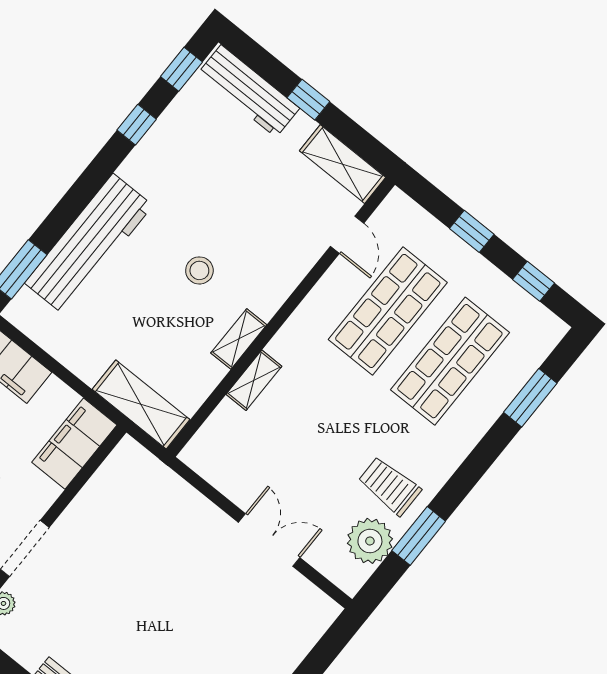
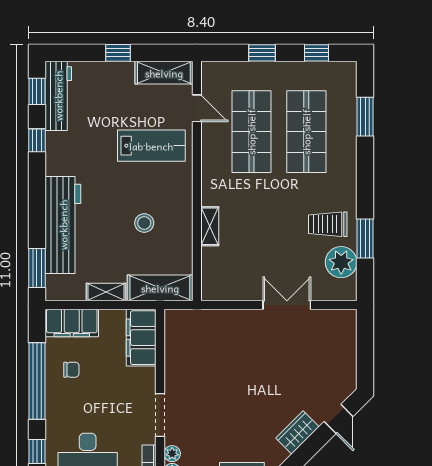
workbench: (249, 91) -> (58, 96), moved, turned -90
lab bench: (261, 235) -> (151, 146), added
stool: (199, 270) -> (144, 223), moved
shelving: (239, 339) -> (106, 292), moved, turned 90

